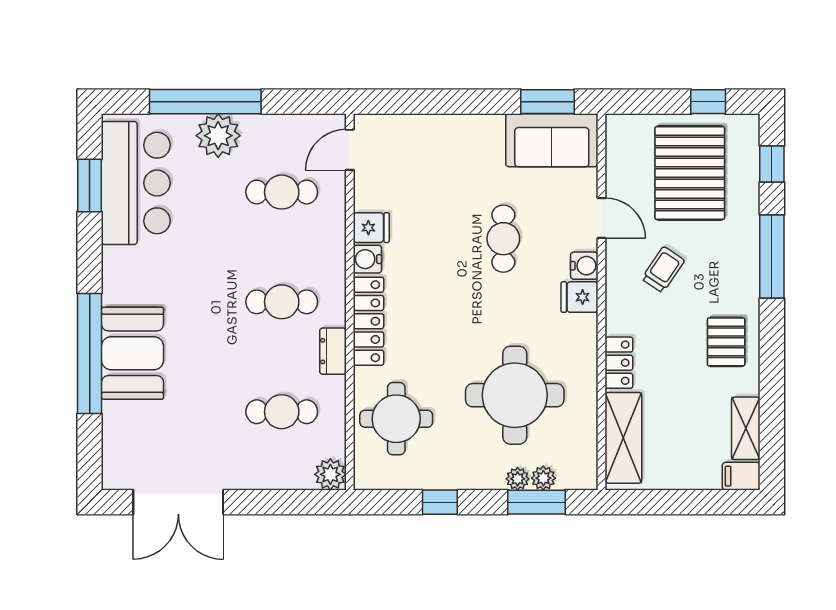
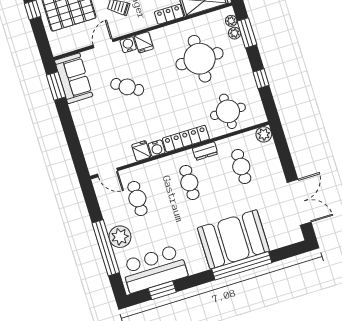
cafe table: (503, 239) -> (127, 87), turned 32
booth: (132, 353) -> (233, 239), width x1.36, depth x1.42
plant: (518, 479) -> (231, 21), moved

